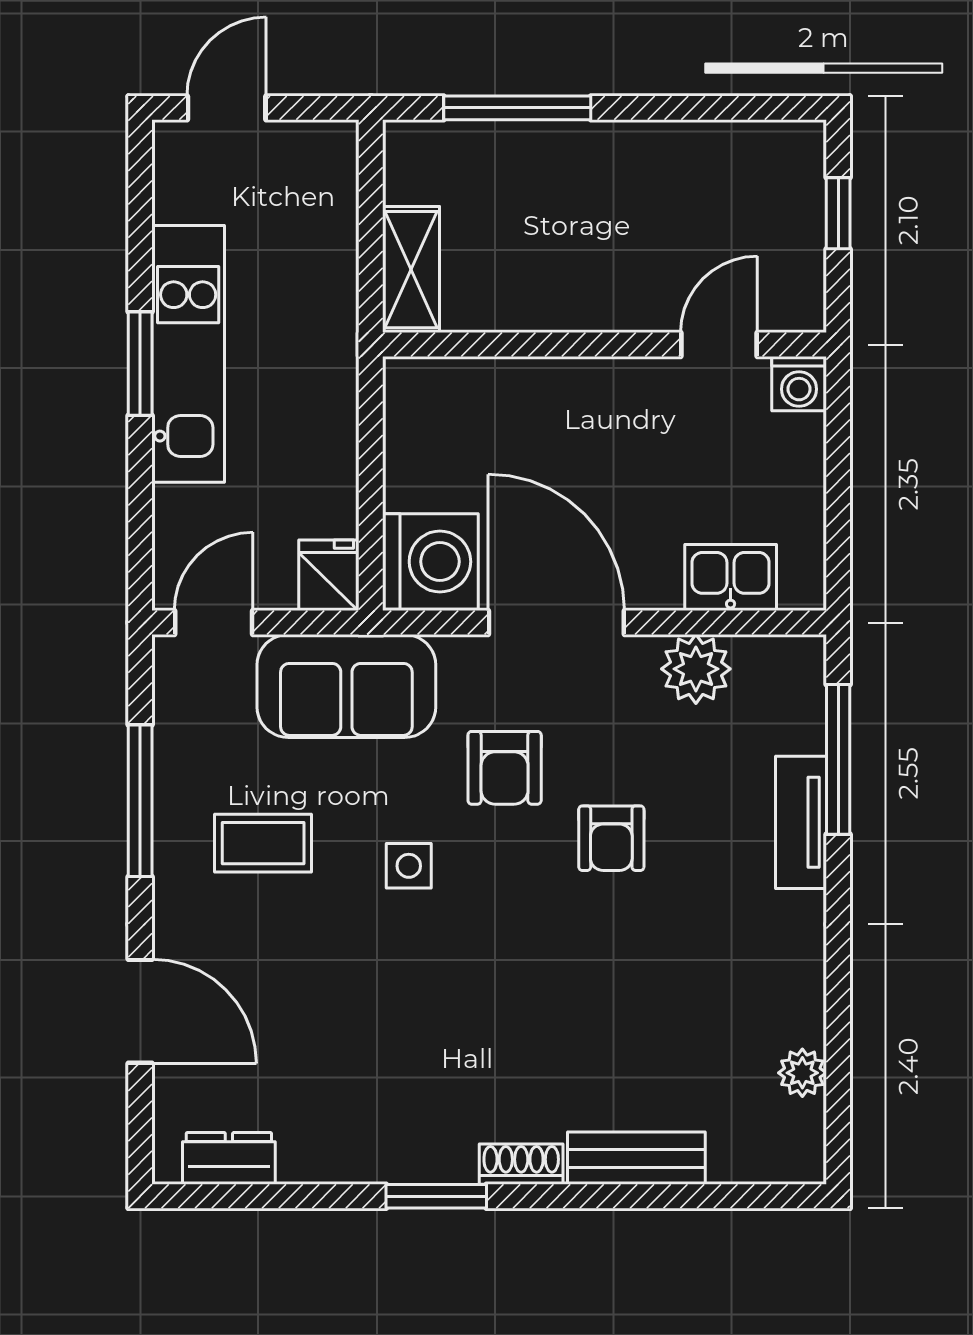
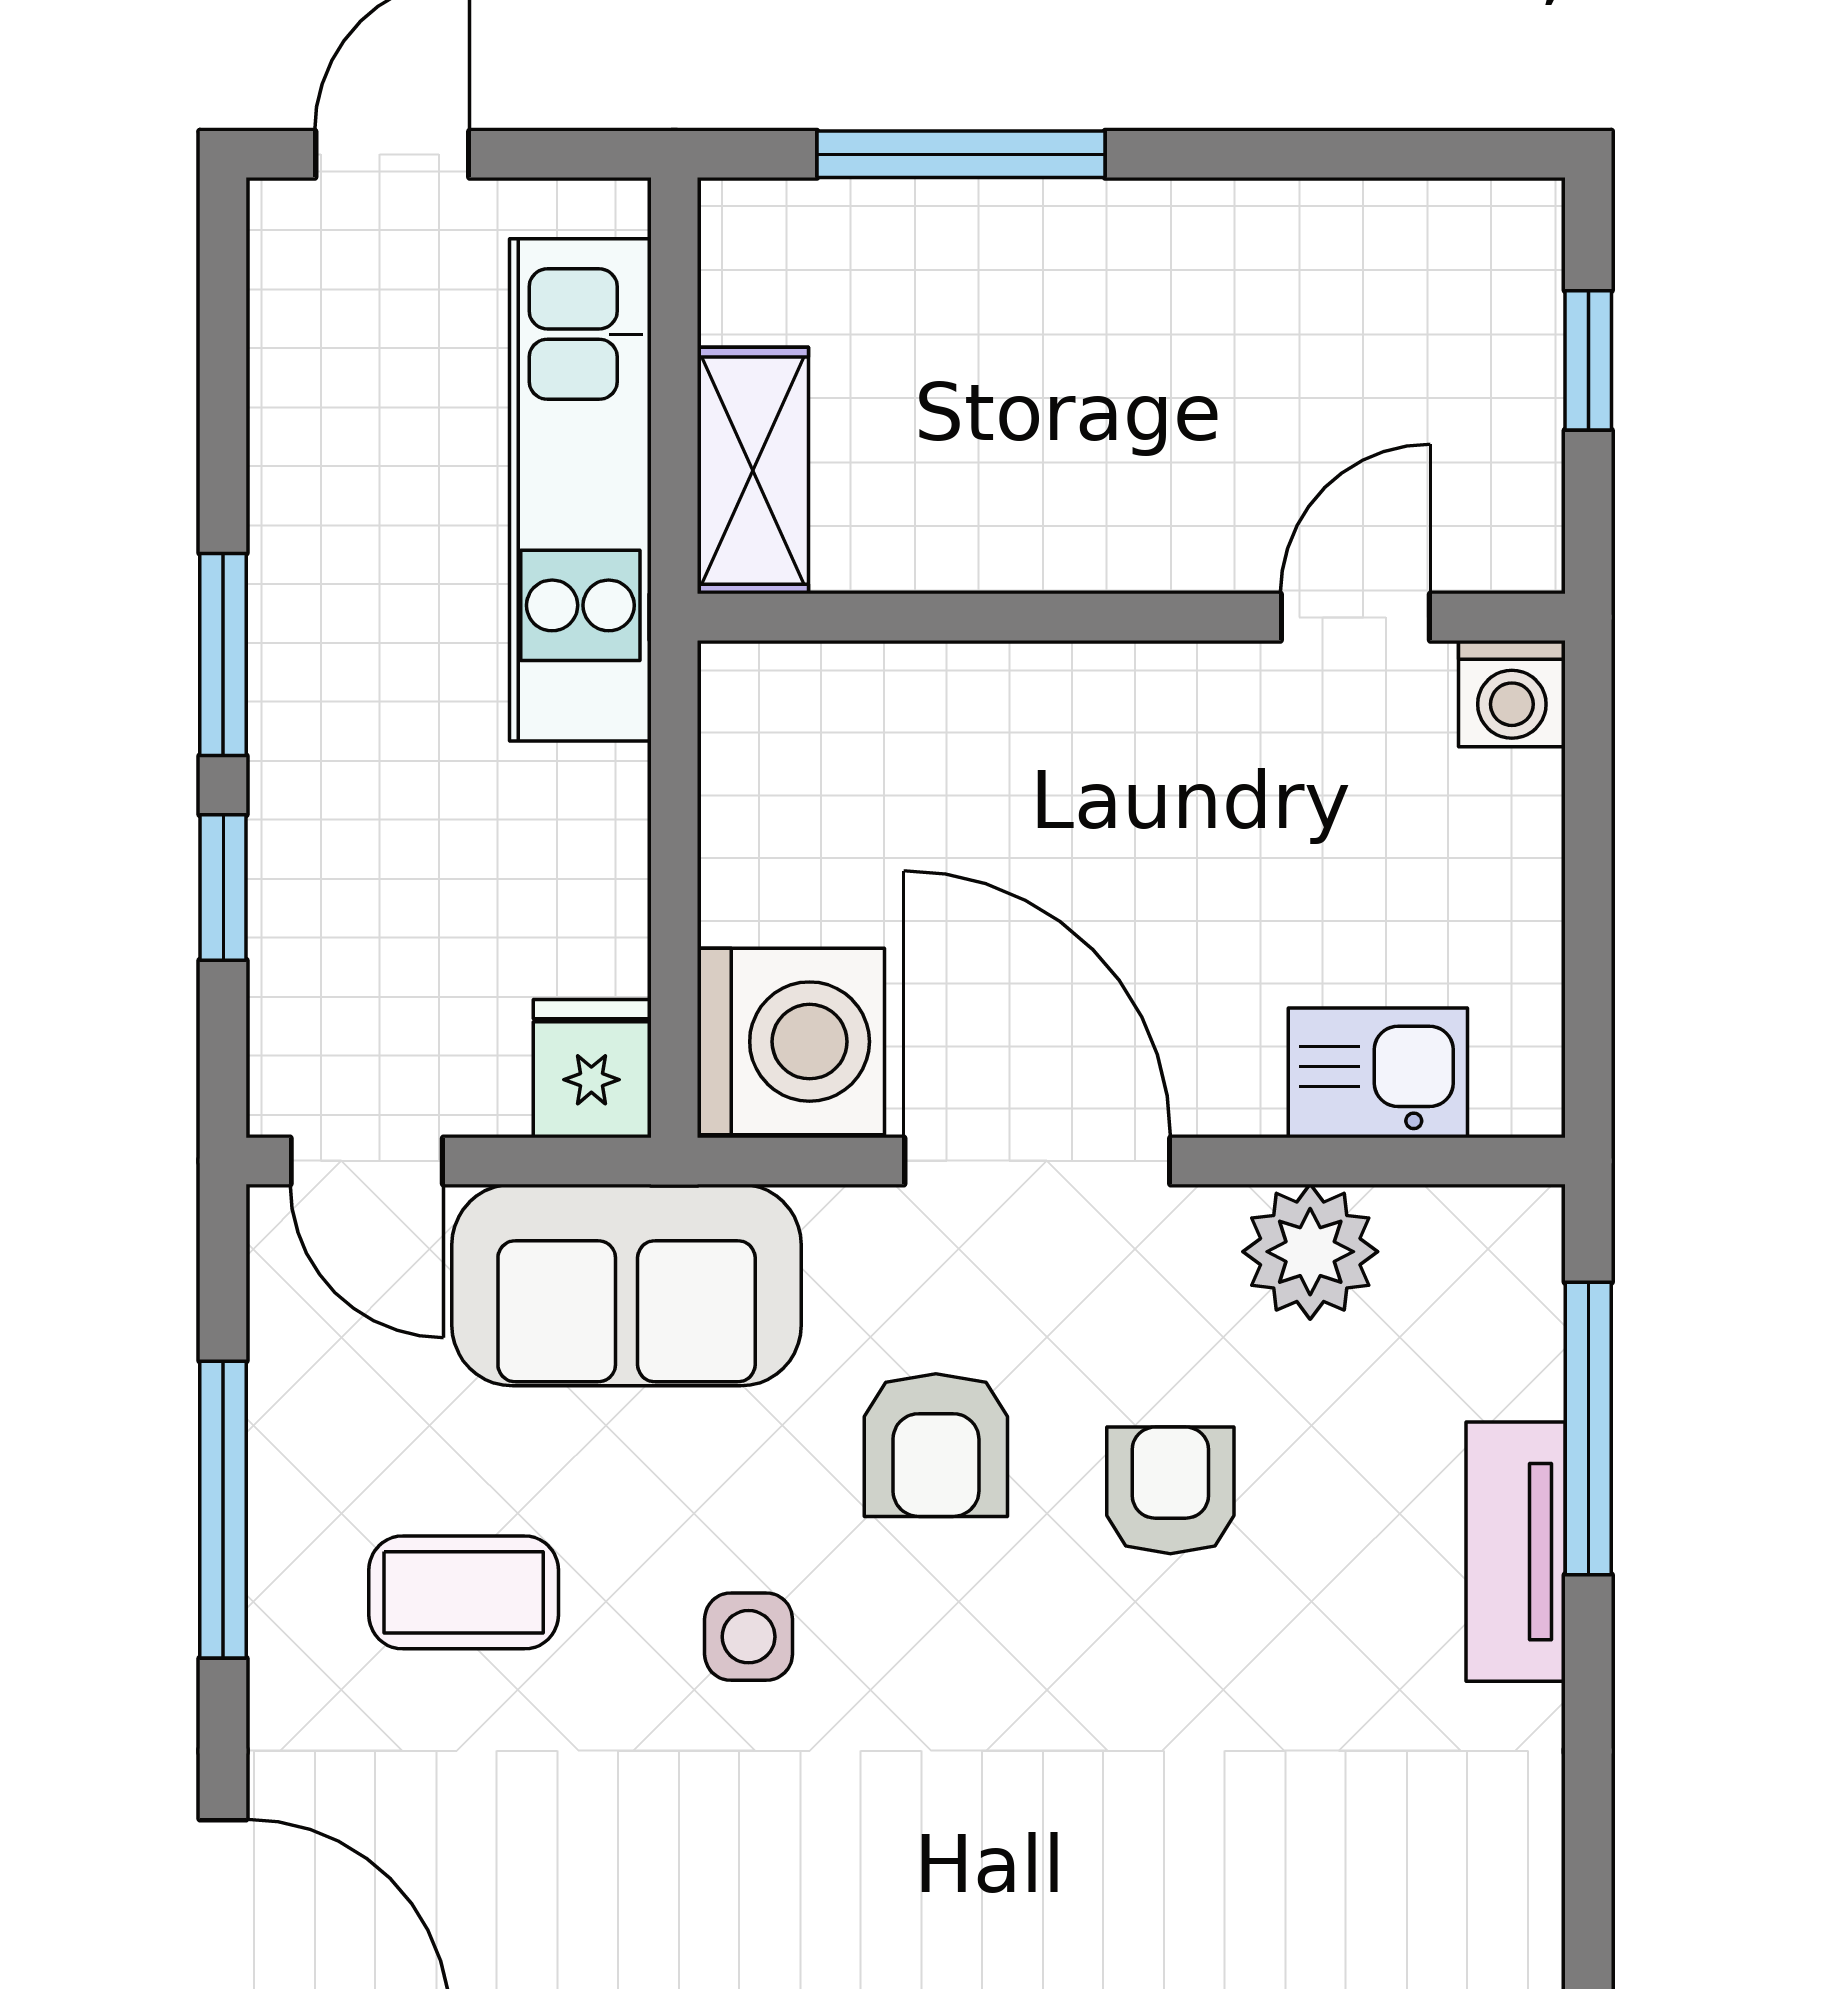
kitchen unit: (188, 354) -> (580, 490), moved, turned 180
window: (140, 483) -> (223, 887), added
door: (214, 623) -> (367, 1161), swing flipped
armchair: (611, 838) -> (1170, 1490), moved, turned 180

